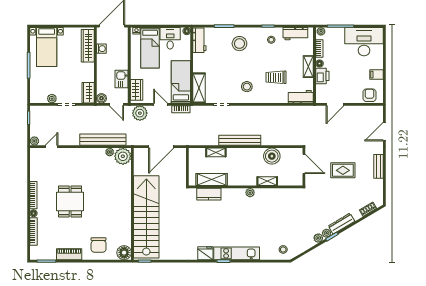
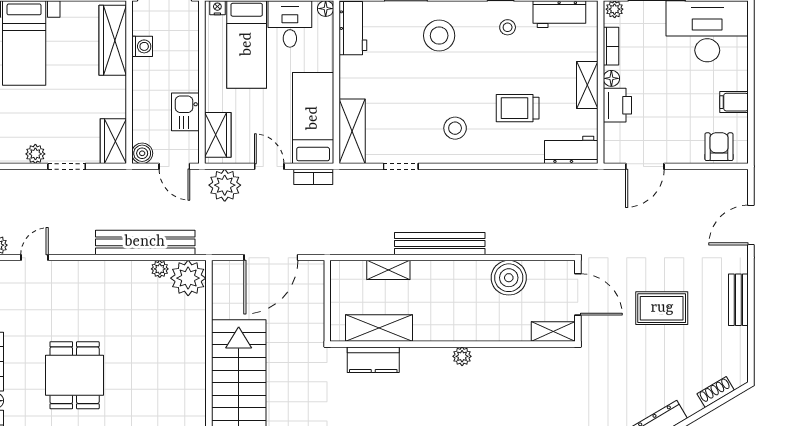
shelving: (267, 181) -> (553, 331), moved

